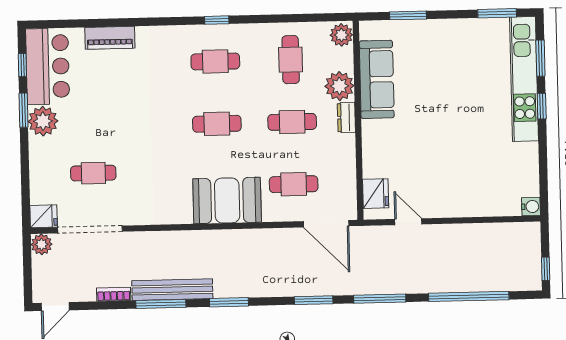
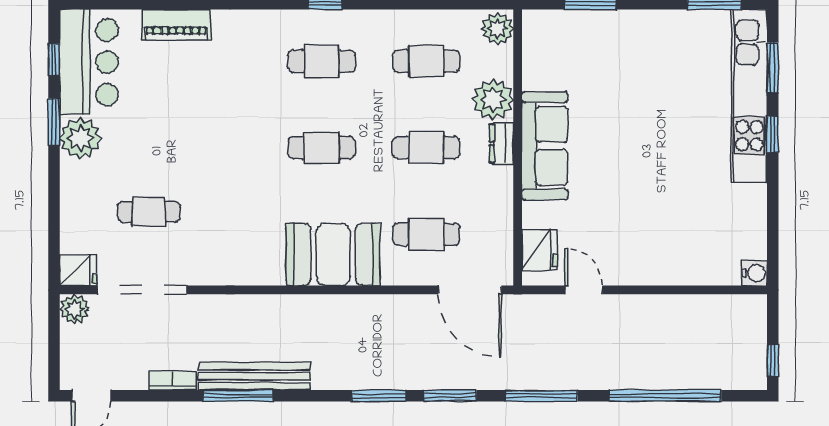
cafe table: (291, 60) -> (426, 61), turned 90
sofa: (377, 79) -> (545, 146), moved
window: (229, 302) -> (379, 396), moved

